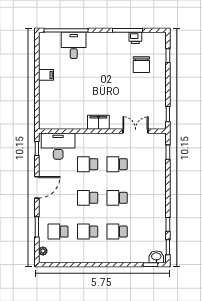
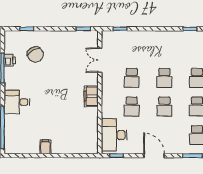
desk: (74, 45) -> (17, 102), moved
chair: (141, 65) -> (35, 54), turned 61

